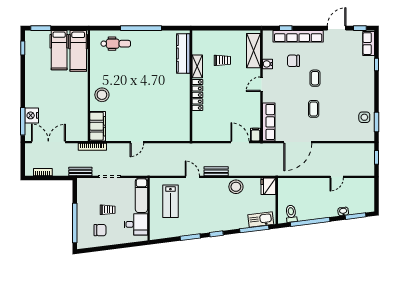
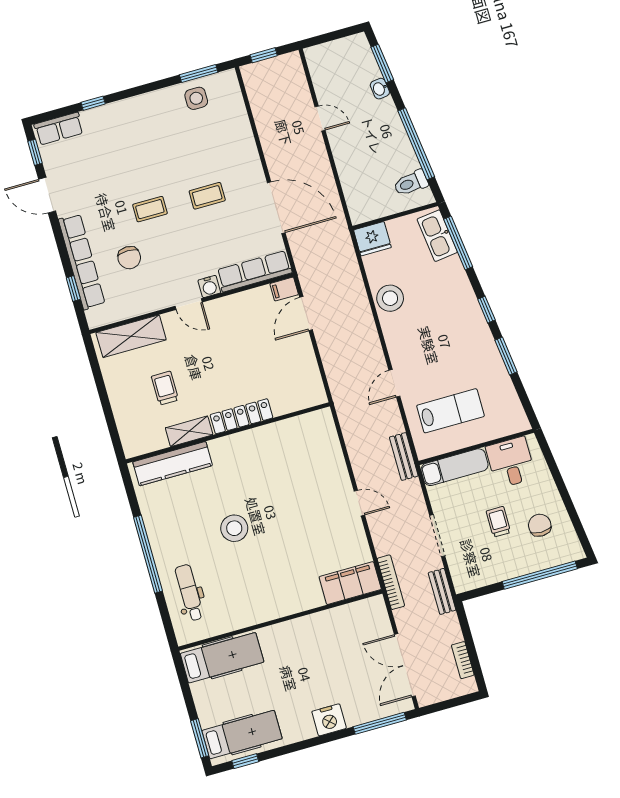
hospital bed: (59, 50) -> (242, 735), moved
water cooler: (267, 64) -> (209, 286), moved
stool: (102, 95) -> (234, 528), moved
nightstand: (32, 115) -> (329, 720), moved
bench: (216, 171) -> (404, 457), moved

